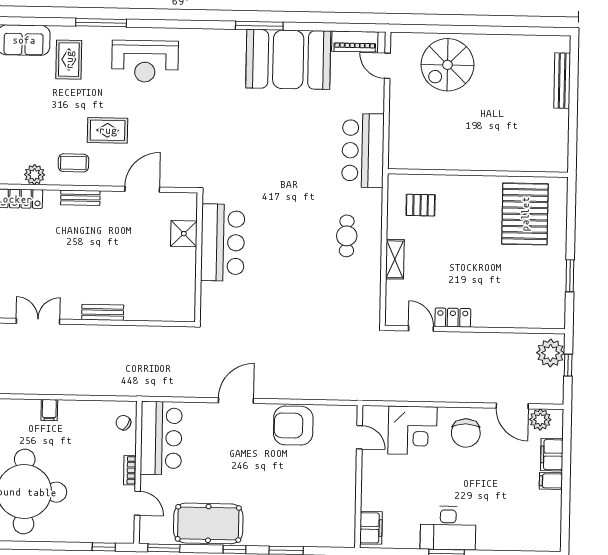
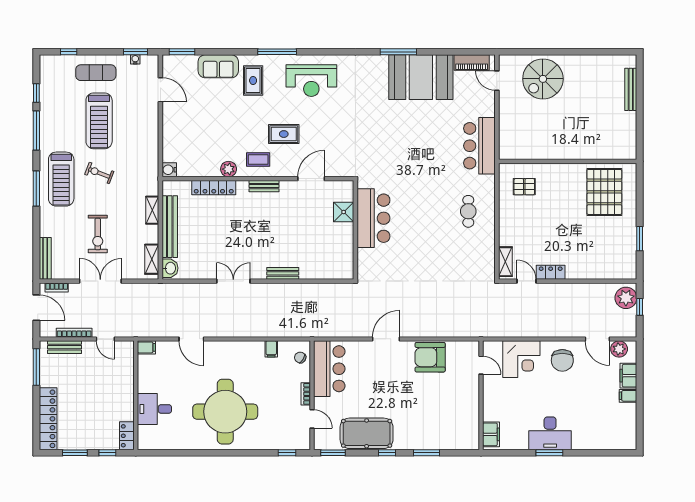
shelving: (395, 259) -> (505, 262), moved
filing cabinet: (49, 410) -> (271, 349), moved

